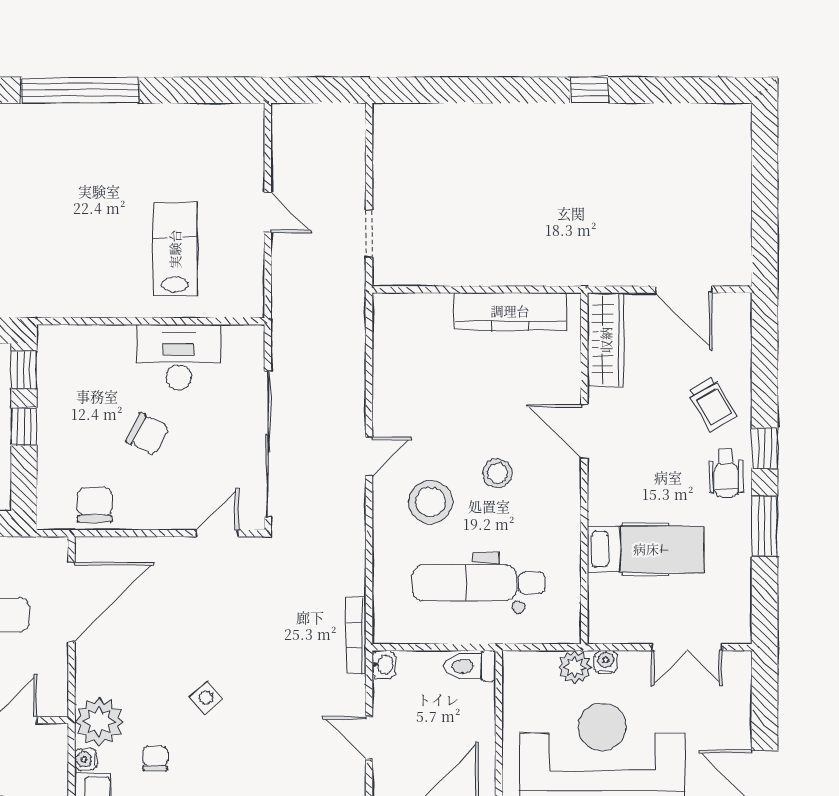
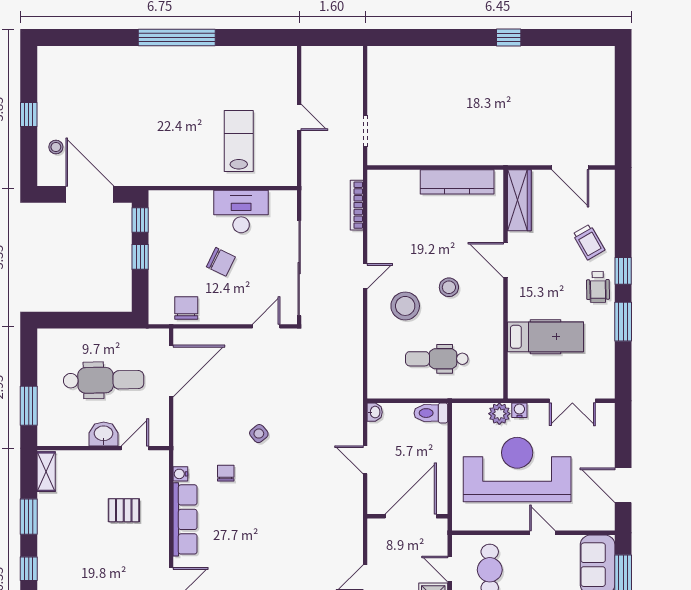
dental chair: (479, 583) -> (437, 359), width x0.73, depth x0.72
bookcase: (356, 635) -> (357, 205), moved
plant: (99, 721) -> (189, 449), removed

